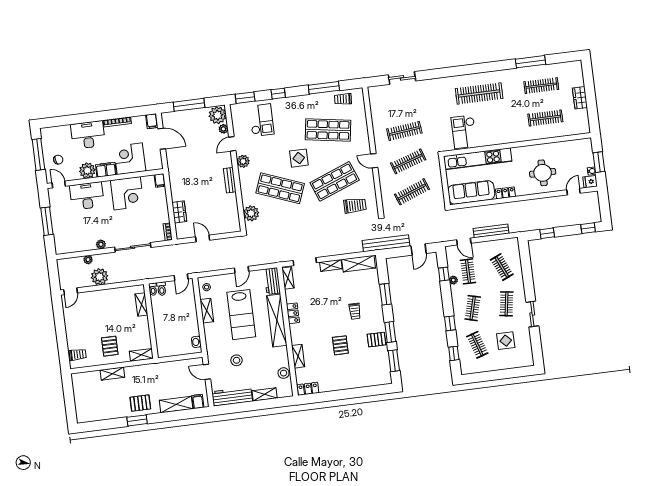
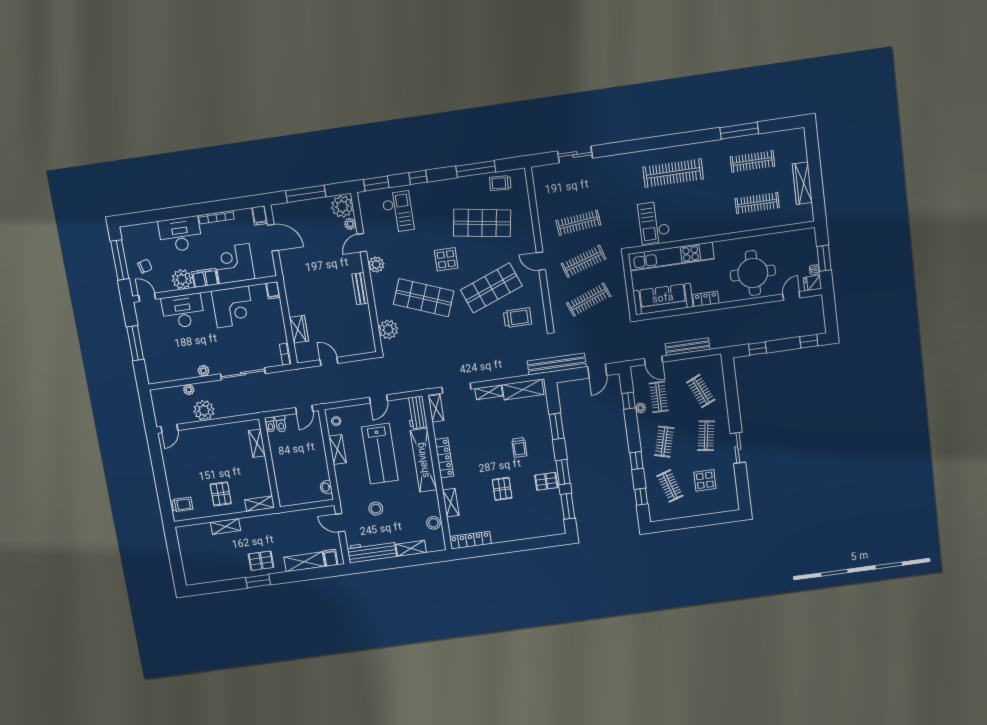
wardrobe: (580, 98) -> (802, 183), width x1.50
round table: (543, 173) -> (753, 273), width x1.36, depth x1.36
locker: (293, 313) -> (444, 458), width x1.53
locker: (308, 389) -> (470, 540), width x1.53

